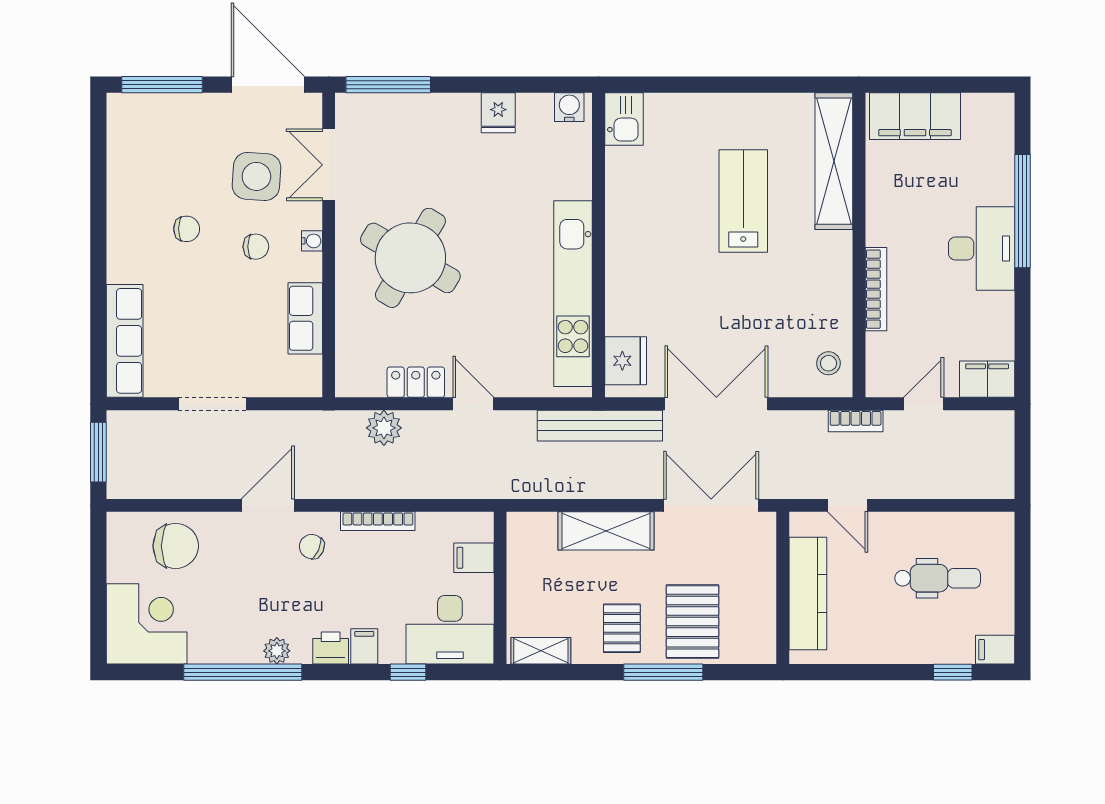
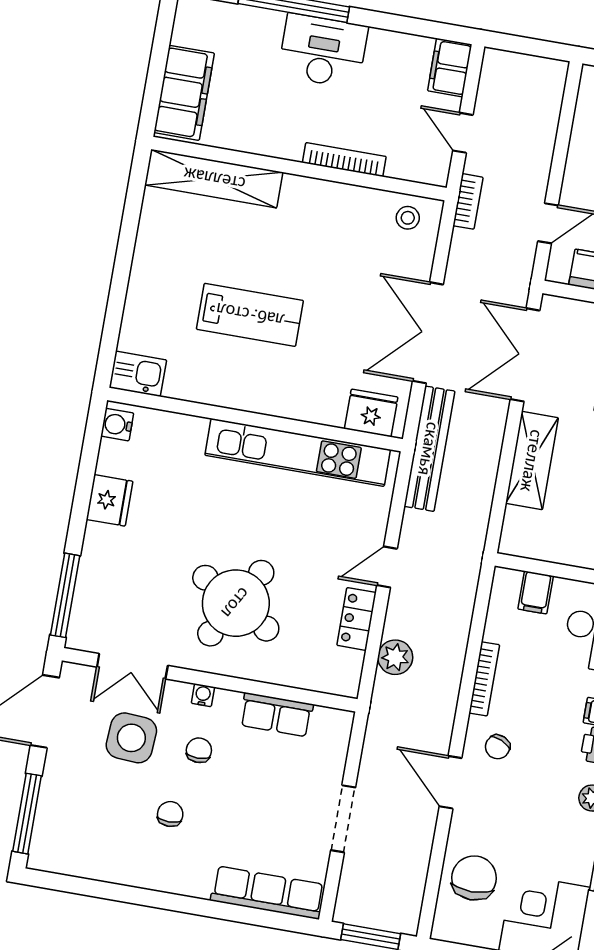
fridge: (498, 113) -> (110, 500), width x1.38
lab bench: (743, 201) -> (250, 315), moved, turned 180

